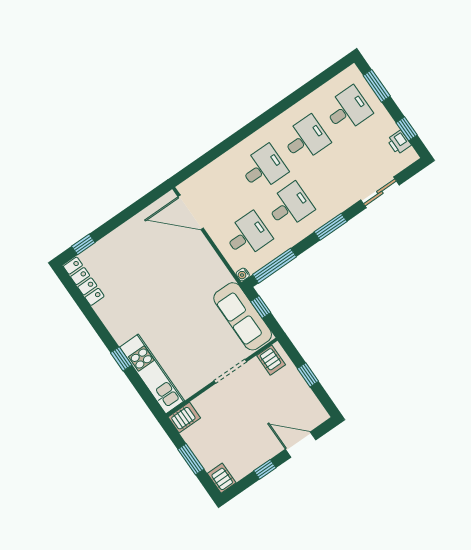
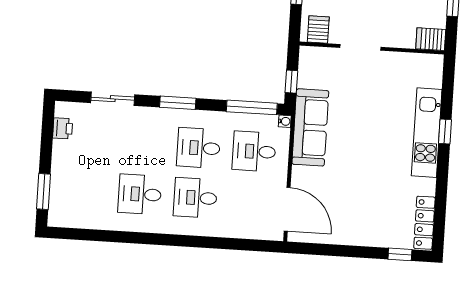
desk: (348, 110) -> (84, 191), removed
window: (407, 129) -> (47, 135), removed
sofa: (243, 316) -> (310, 127), moved
kitchen unit: (152, 374) -> (427, 133), moved

